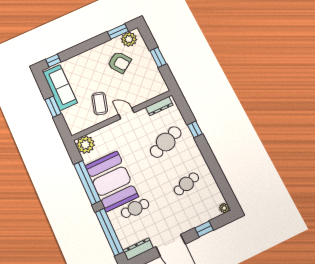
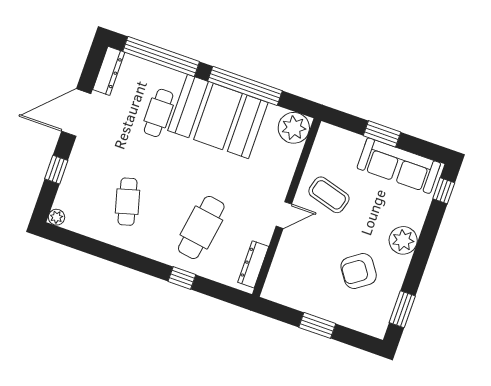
plant: (129, 39) -> (403, 240), moved
cafe table: (166, 142) -> (201, 227), turned 30

